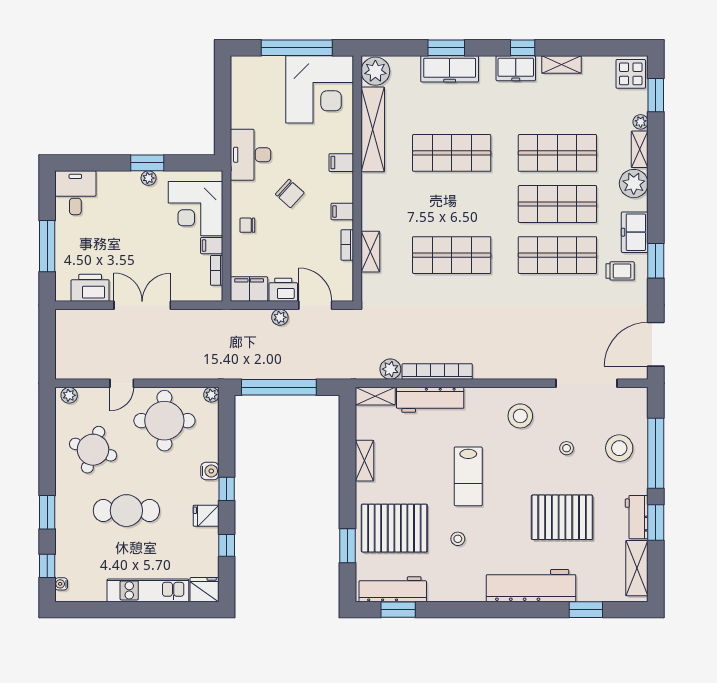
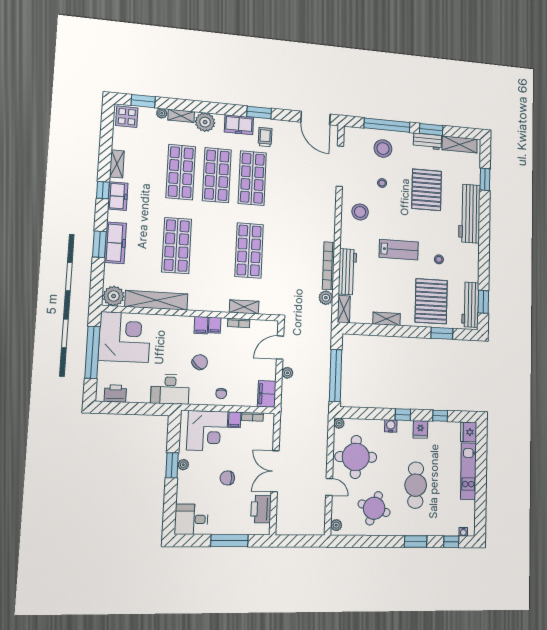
filing cabinet: (341, 163) -> (201, 325), moved
chair: (132, 239) -> (227, 478), added
printer: (283, 290) -> (115, 393), moved, turned 90

